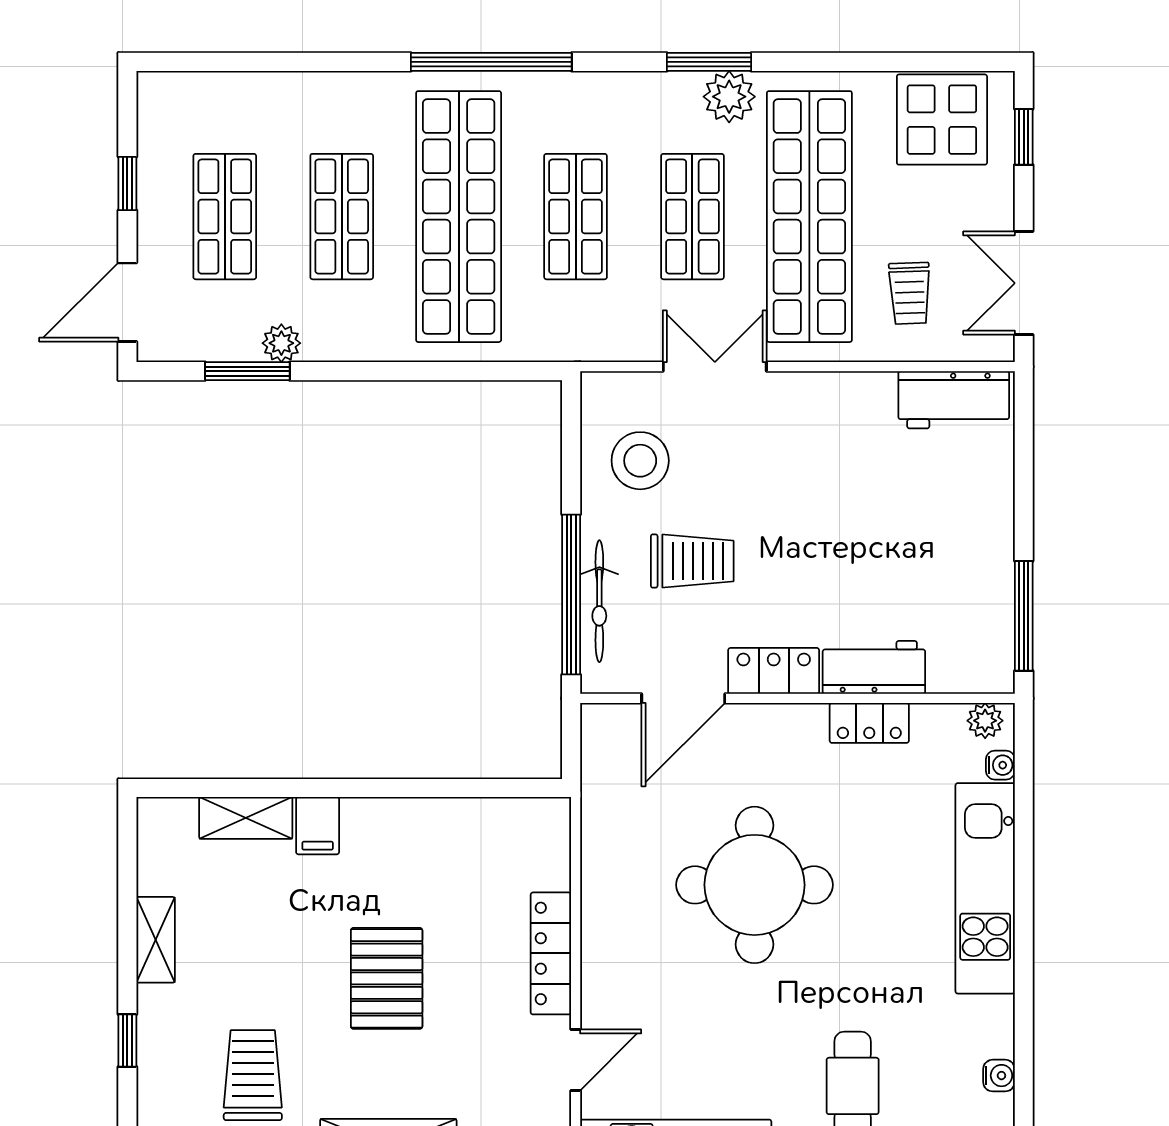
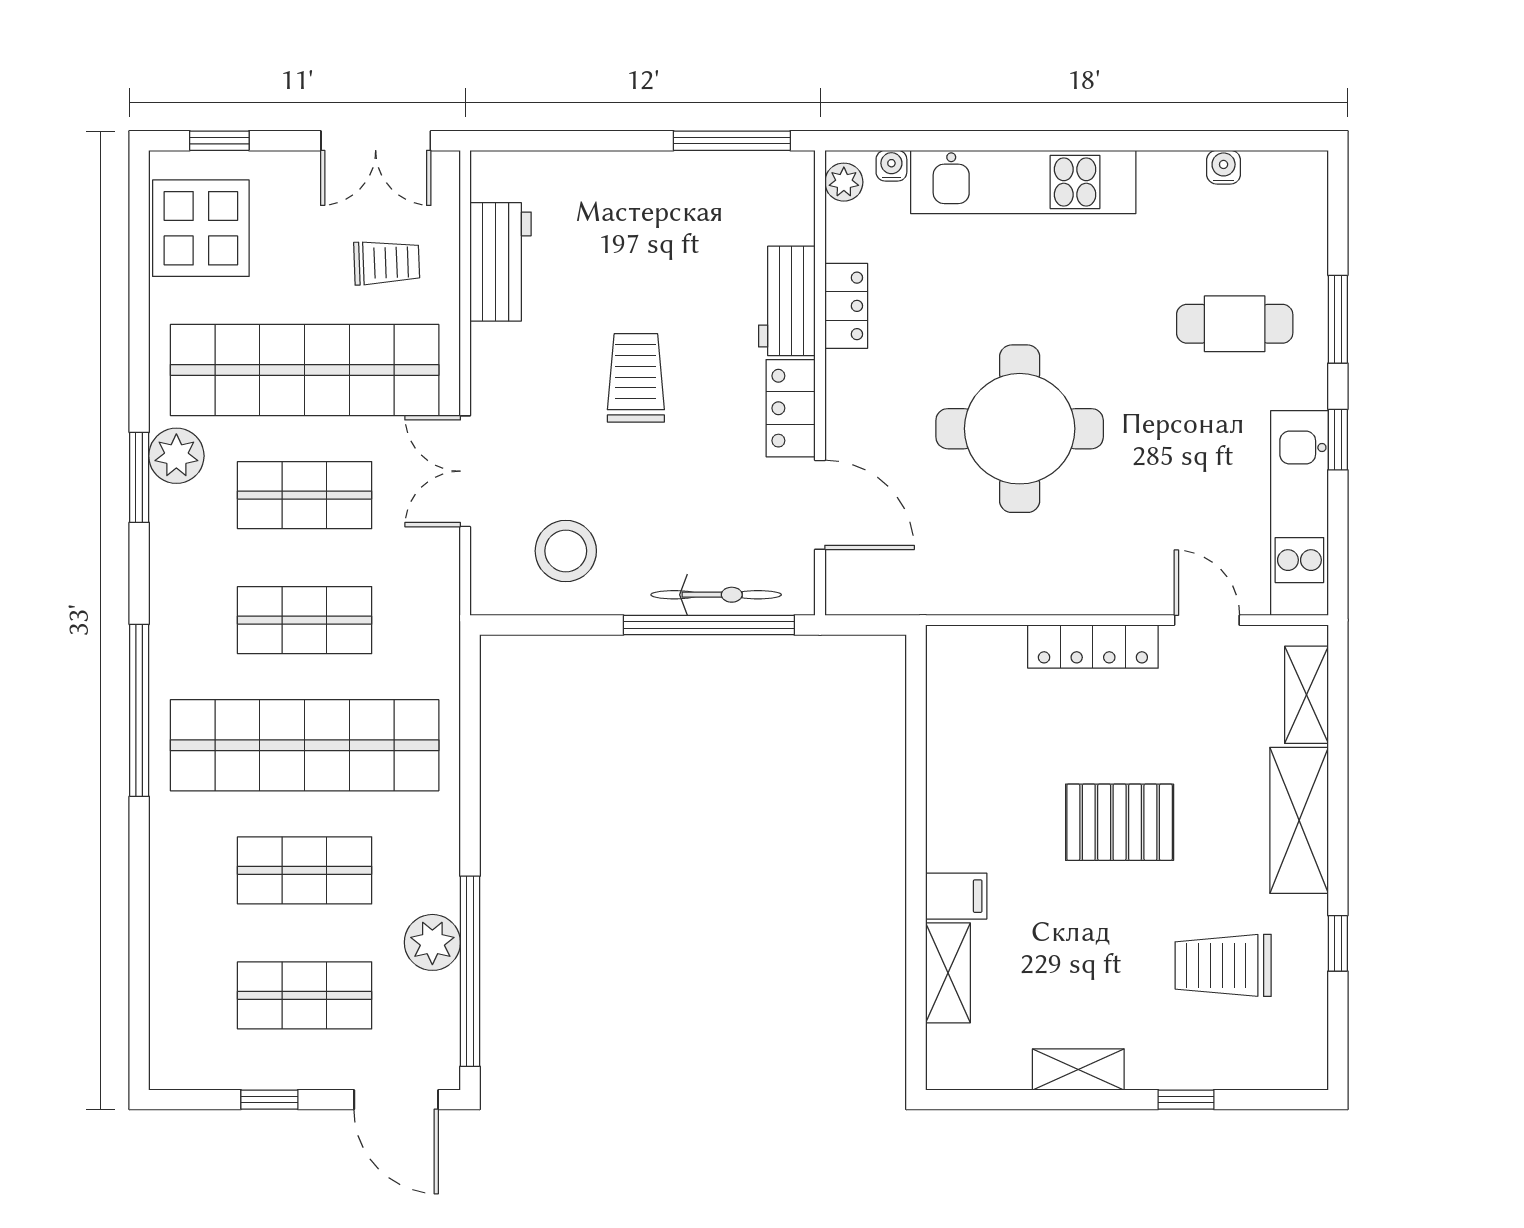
plant: (281, 343) -> (432, 942), width x1.38, depth x1.38
window: (247, 371) -> (470, 971), width x2.11
workbench: (954, 400) -> (501, 262), moved
trolley: (692, 561) -> (636, 378), moved

